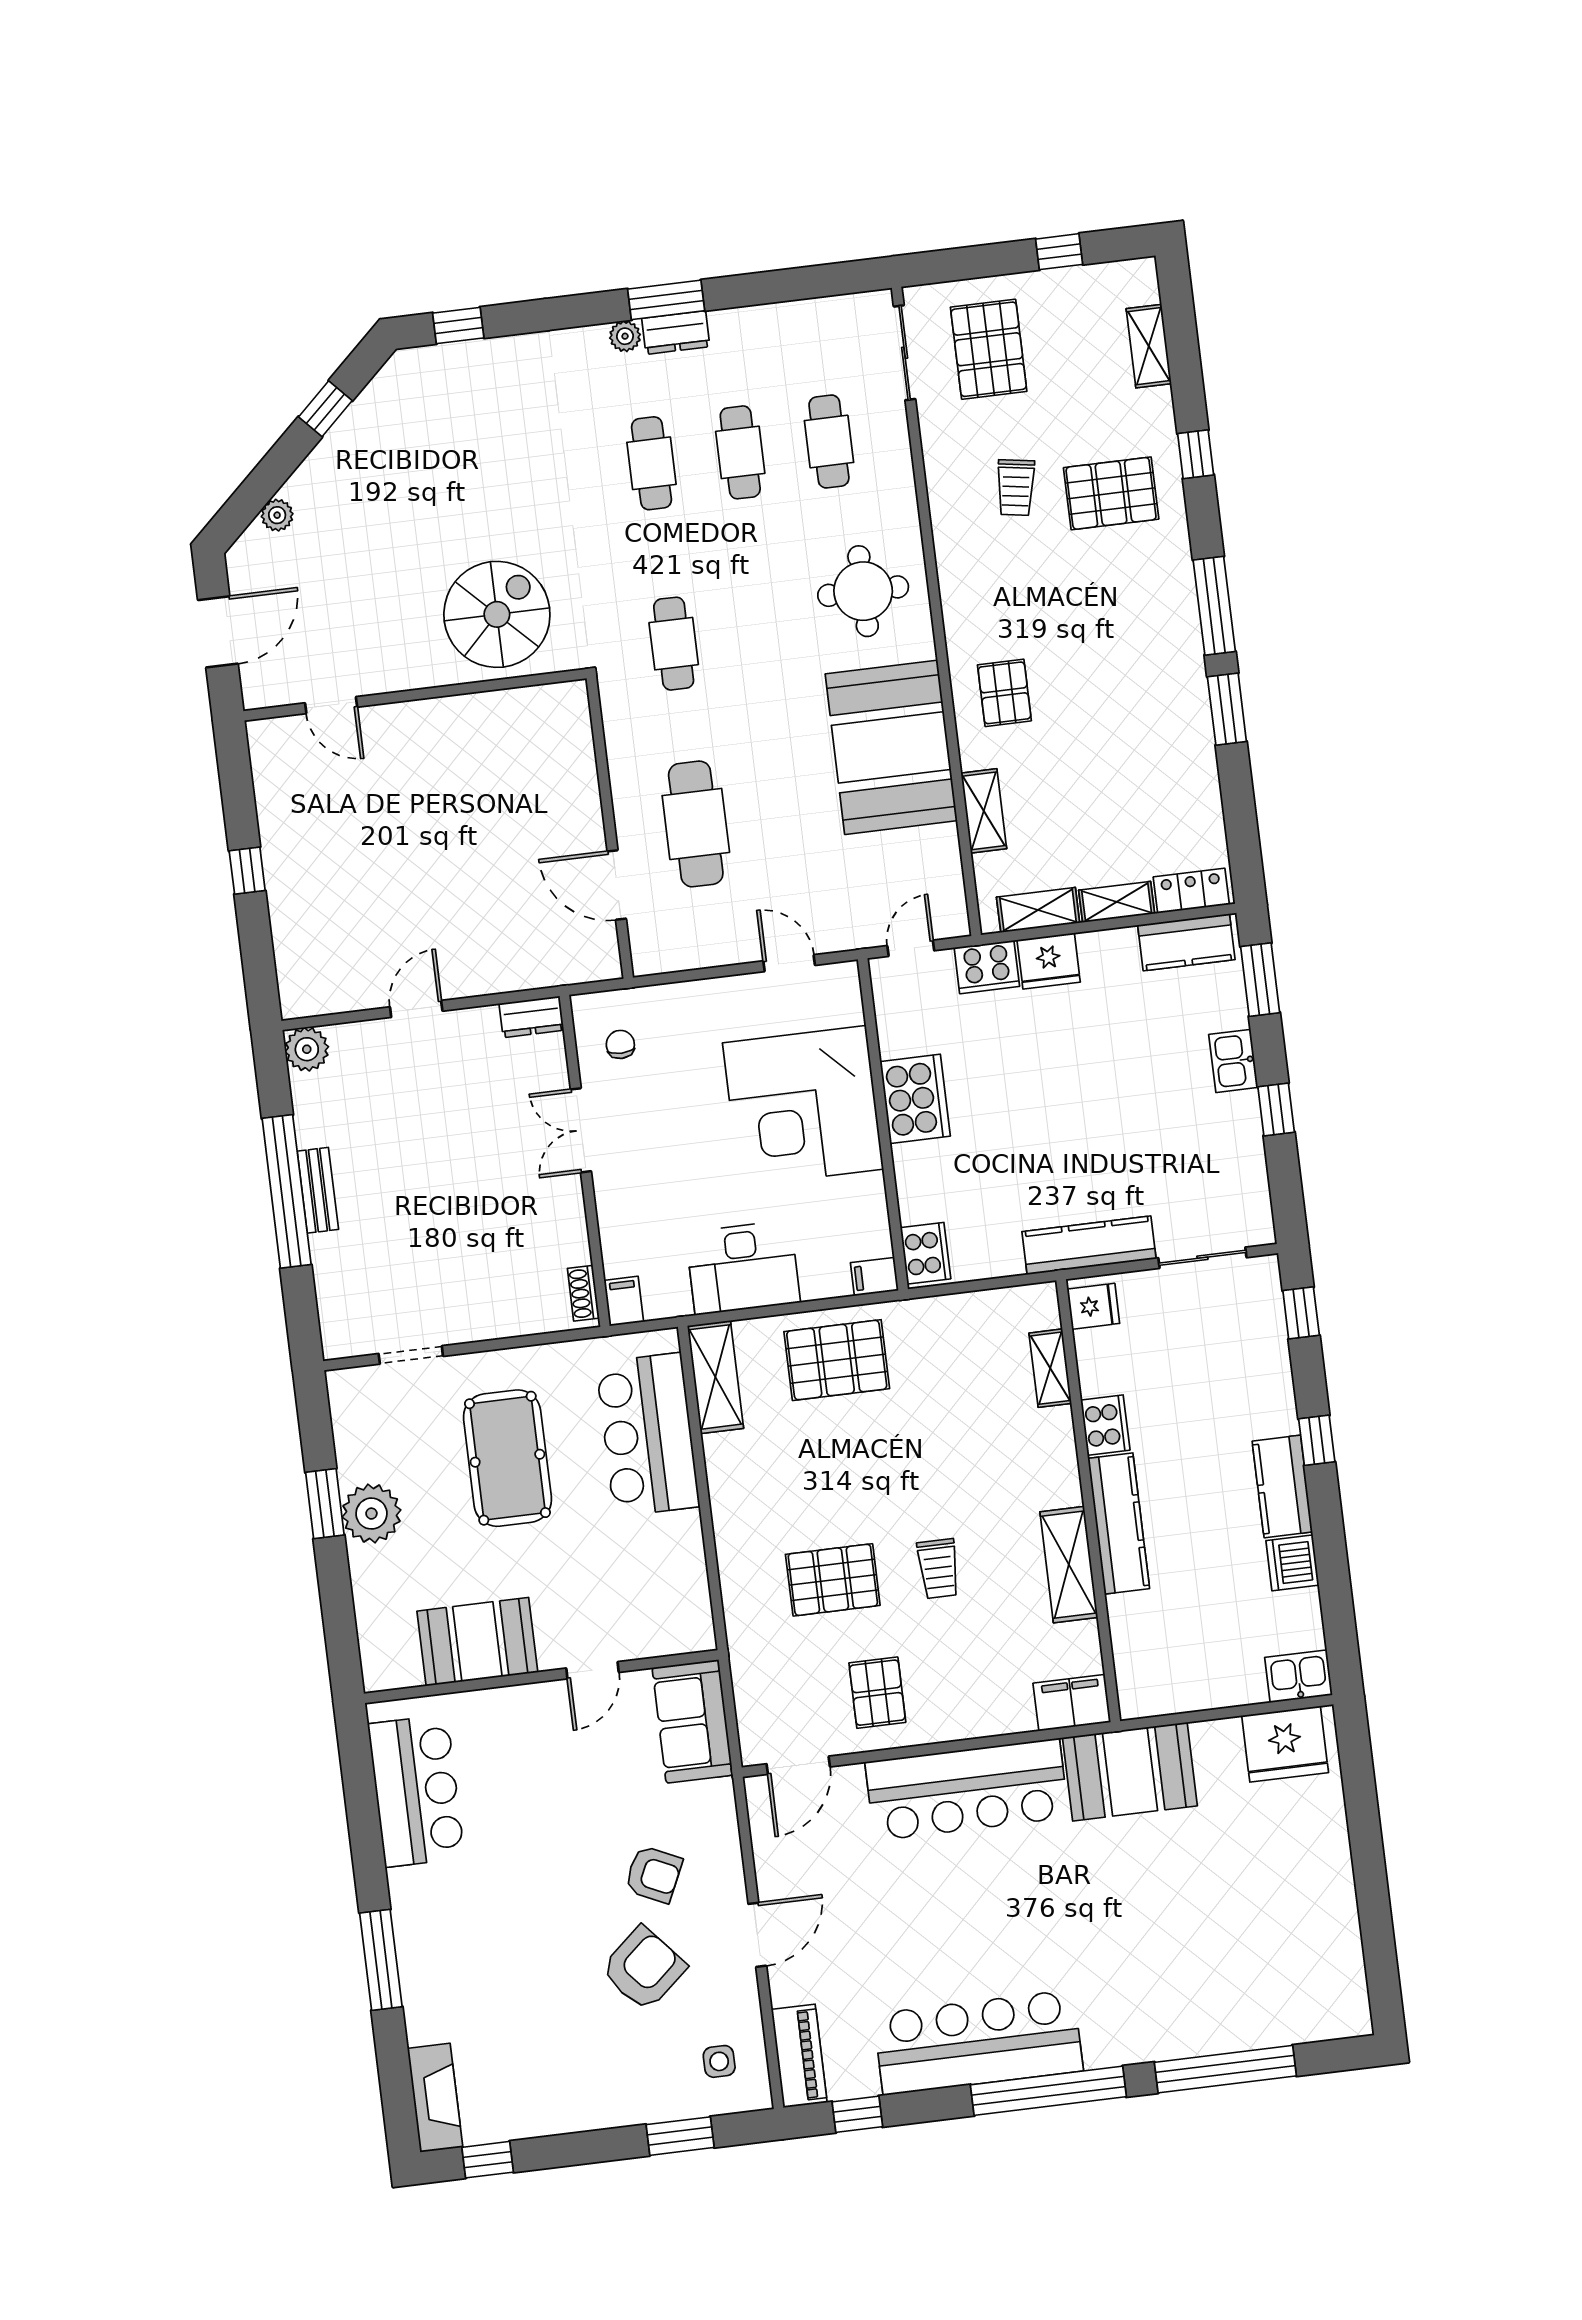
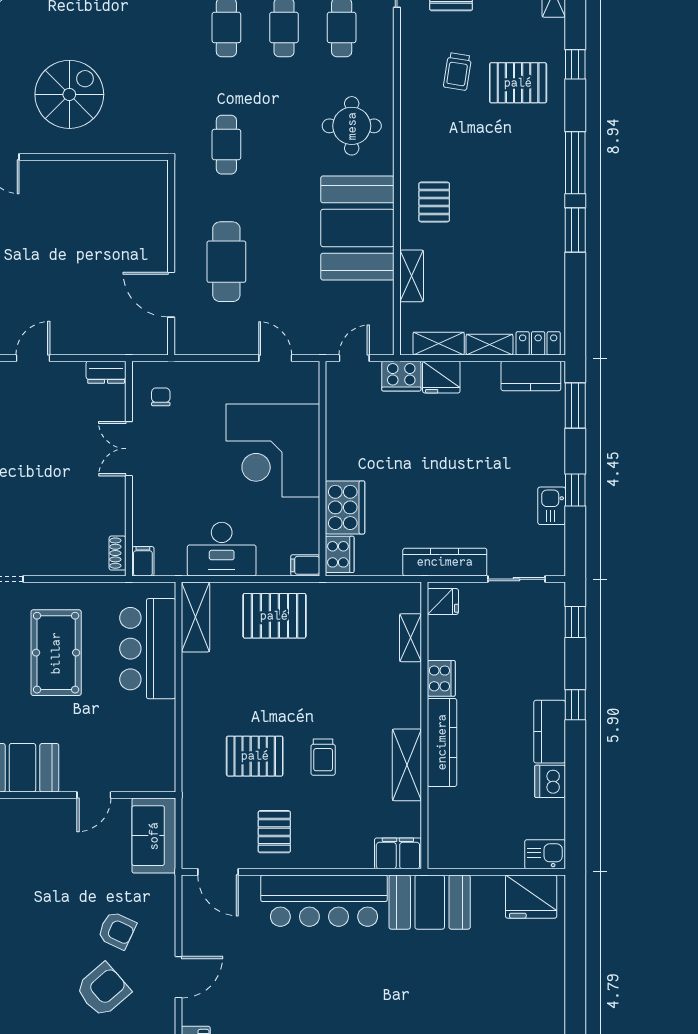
spiral stairs: (497, 614) -> (69, 94), moved
kitchen sink: (1233, 1061) -> (552, 506), moved
cooker: (915, 1099) -> (345, 507), moved
door: (798, 1765) -> (218, 872), hinge flipped

